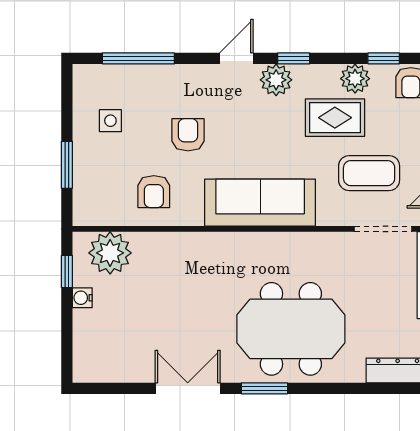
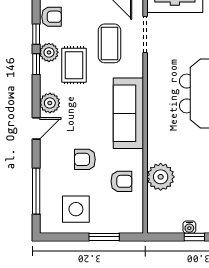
door: (236, 58) -> (36, 128), swing flipped
window: (294, 58) -> (36, 64), moved
side table: (110, 121) -> (76, 209), width x1.87, depth x1.87
plant: (110, 253) -> (161, 177), moved
window: (67, 272) -> (194, 237), moved

